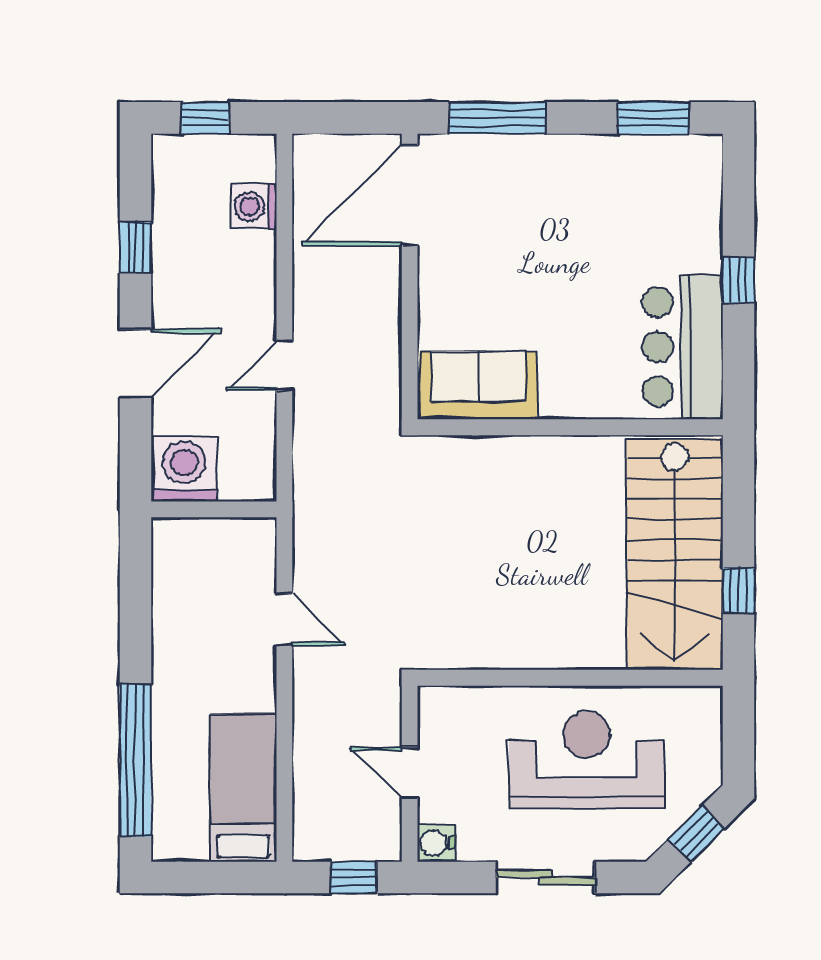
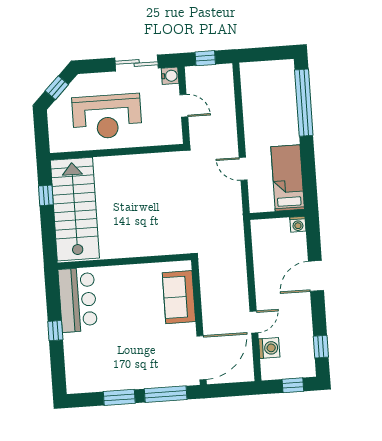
window: (653, 118) -> (119, 397), moved
window: (136, 247) -> (321, 347), moved
door: (284, 366) -> (254, 322), moved
sofa: (478, 385) -> (179, 297), moved, turned 90
washing machine: (184, 469) -> (298, 224), width x0.53, depth x0.53
bed: (243, 788) -> (288, 178), moved, turned 180
sliding door: (546, 877) -> (137, 63), moved

